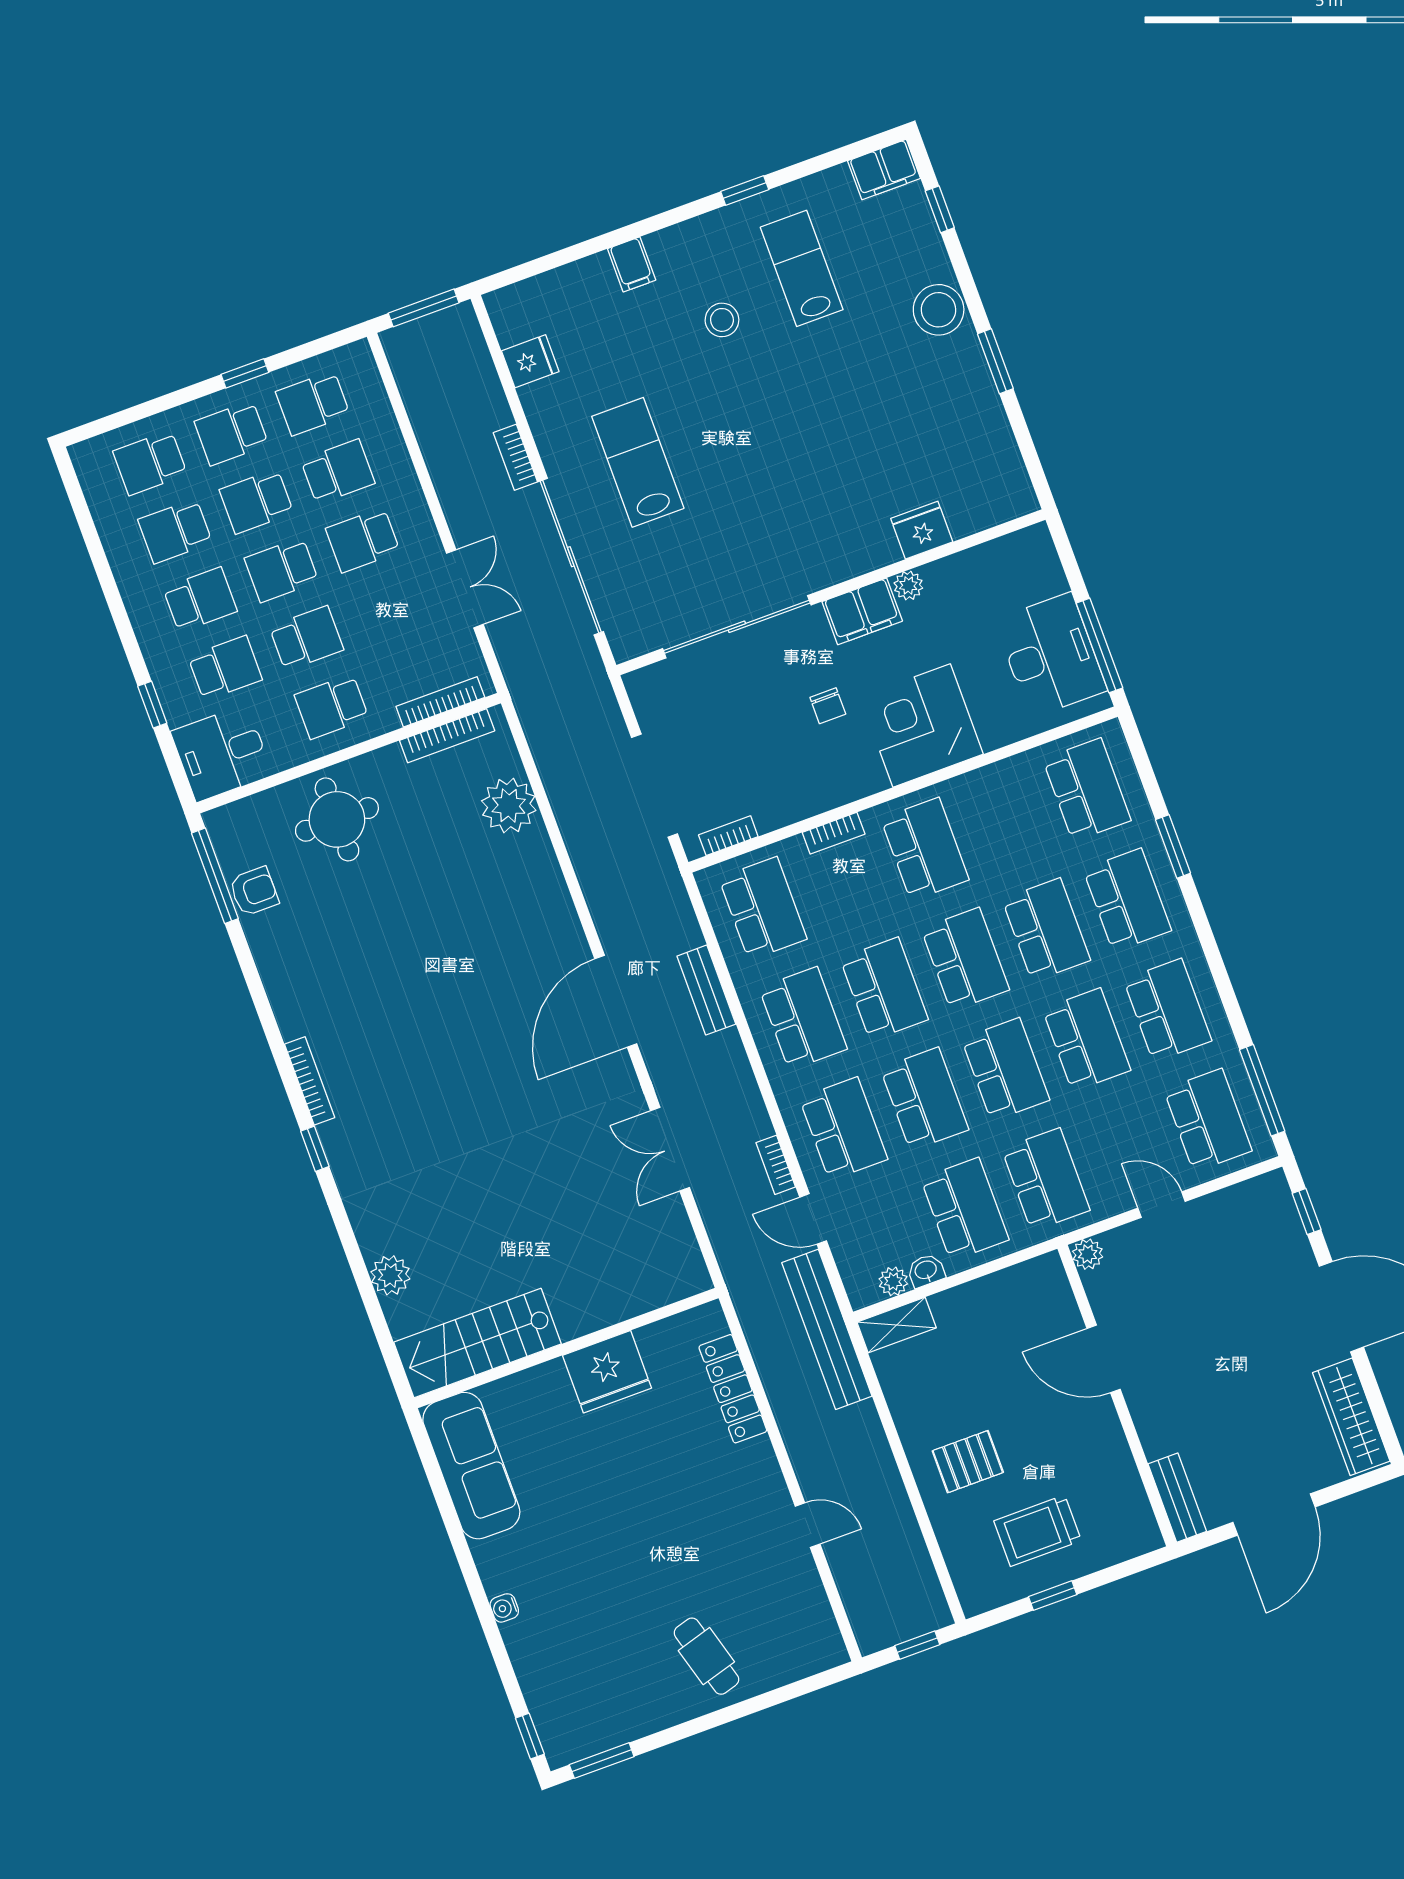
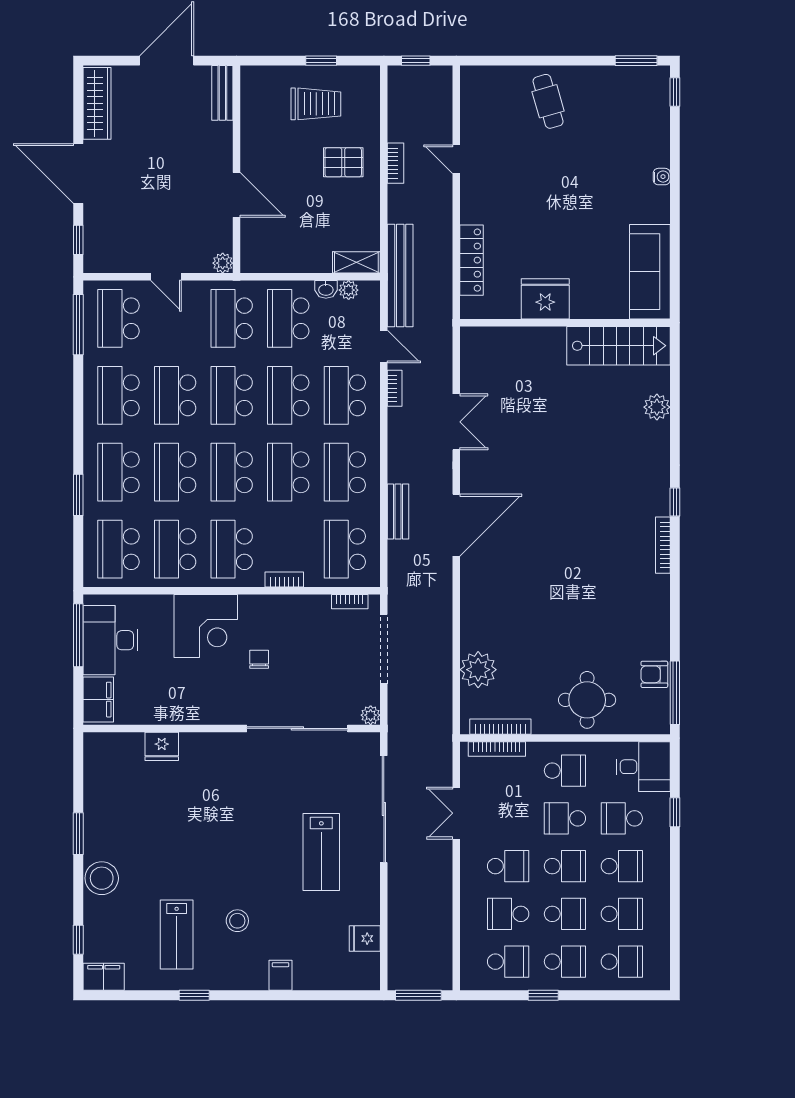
bookcase: (515, 457) -> (396, 163), moved
plant: (908, 586) -> (371, 715), moved
school desk: (200, 600) -> (622, 866), turned 180
filing cabinet: (862, 611) -> (98, 700), moved, turned 90
school desk: (1006, 819) -> (175, 549), added

